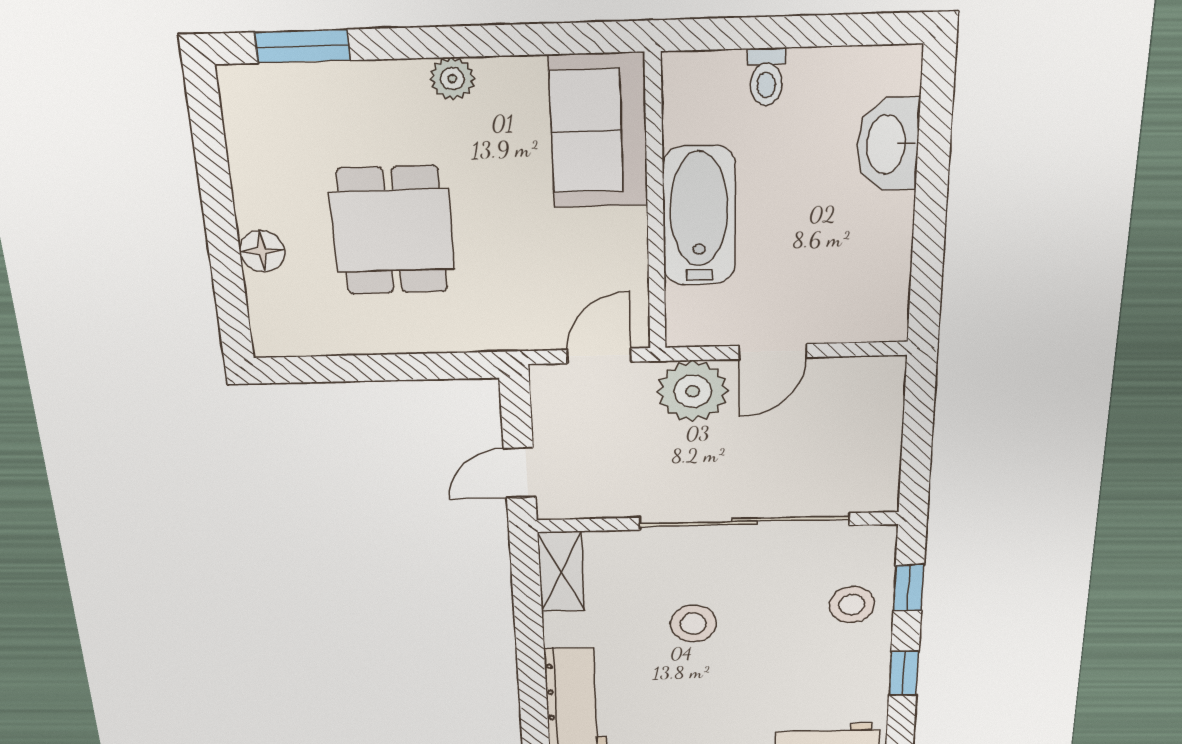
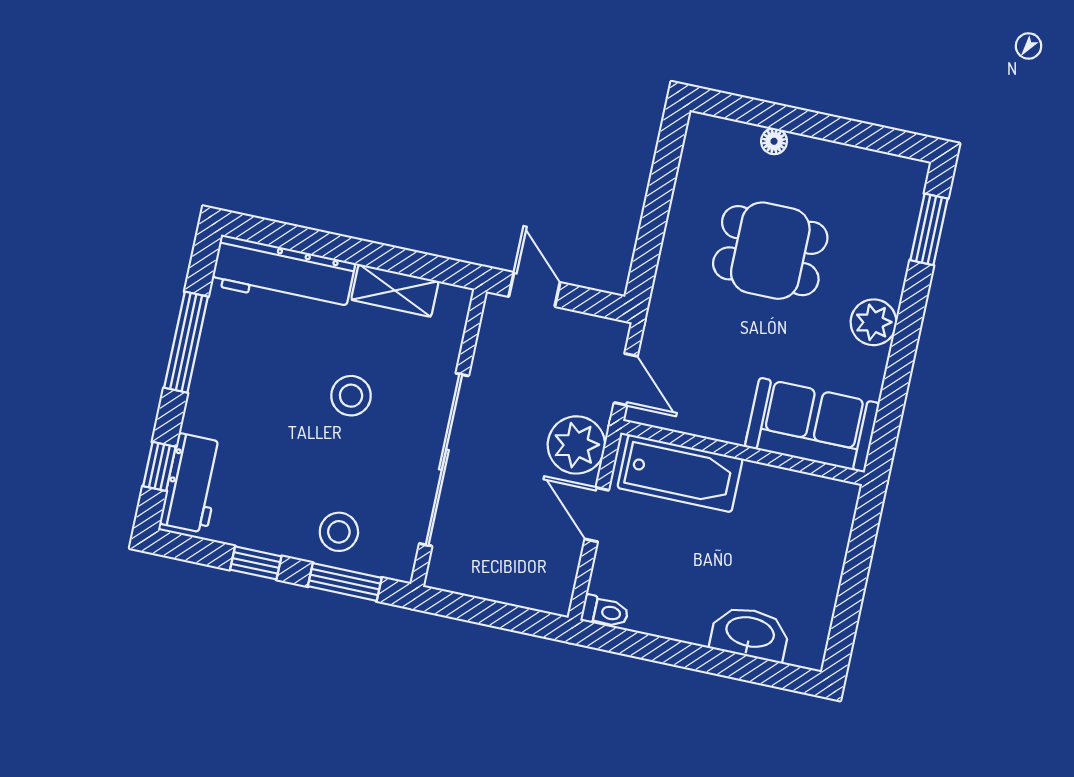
toilet: (766, 77) -> (605, 612), moved, turned 180
plant: (452, 79) -> (874, 322), width x1.38, depth x1.38
bathtub: (699, 216) -> (680, 473), moved
floor lamp: (262, 251) -> (774, 141), width x0.73, depth x0.73
shelving: (561, 572) -> (395, 290), moved
window: (909, 588) -> (345, 582), width x1.50

